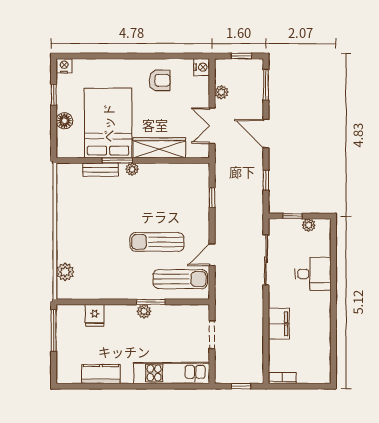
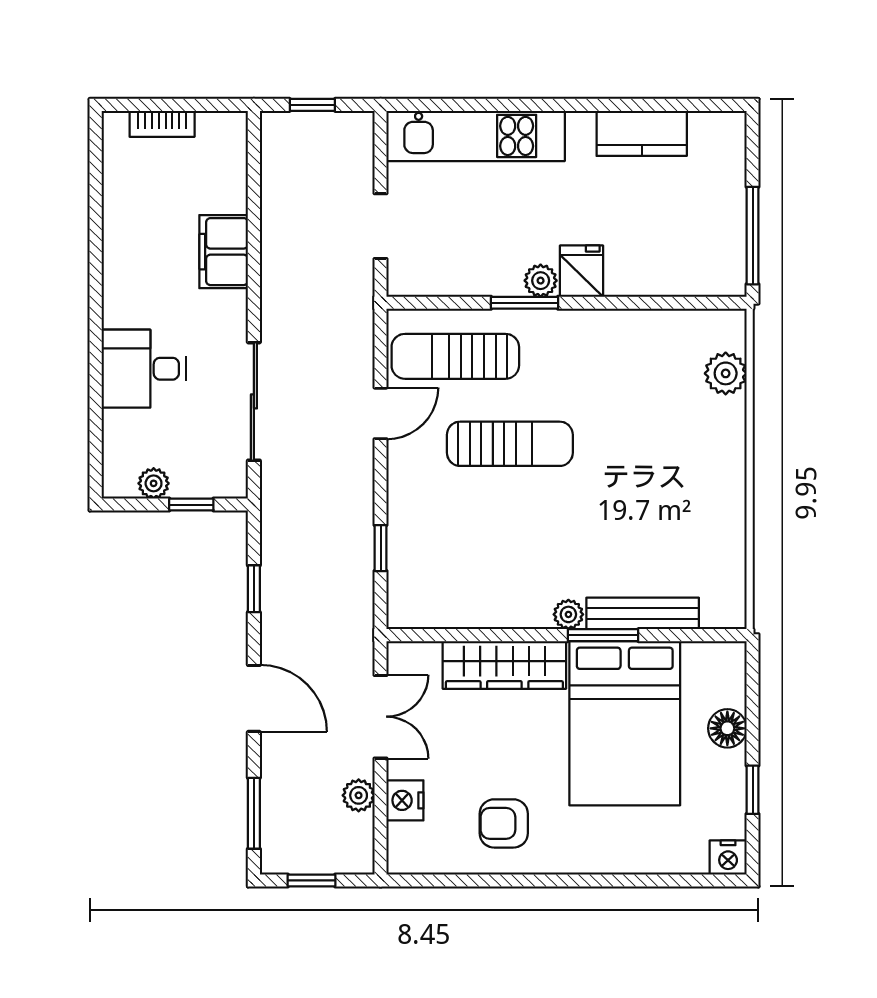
nightstand: (202, 67) -> (405, 800), moved
bench: (100, 170) -> (643, 613), width x1.36
fridge: (95, 315) -> (581, 271), moved
bookcase: (282, 378) -> (162, 124), moved

